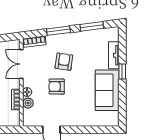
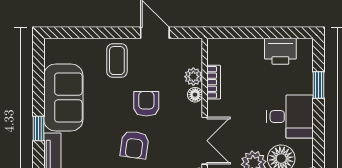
armchair: (57, 87) -> (146, 104), turned -90
coffee table: (75, 113) -> (117, 61), added

